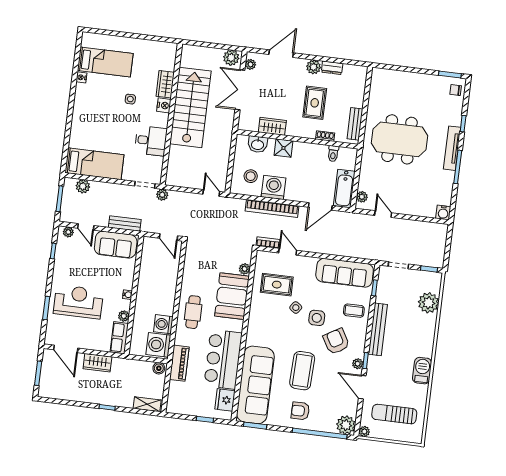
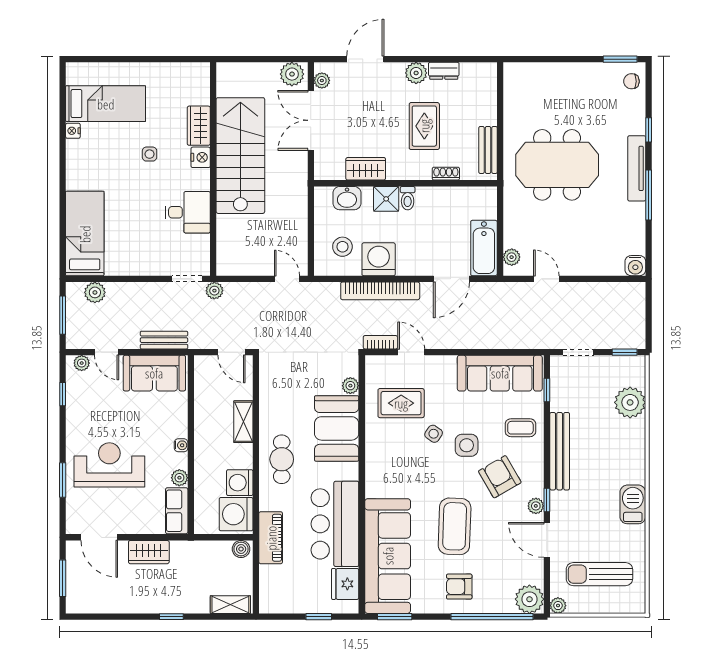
toilet: (333, 154) -> (408, 198), moved
bed: (94, 164) -> (85, 234), moved, turned -90
shelving: (171, 284) -> (243, 422), added

